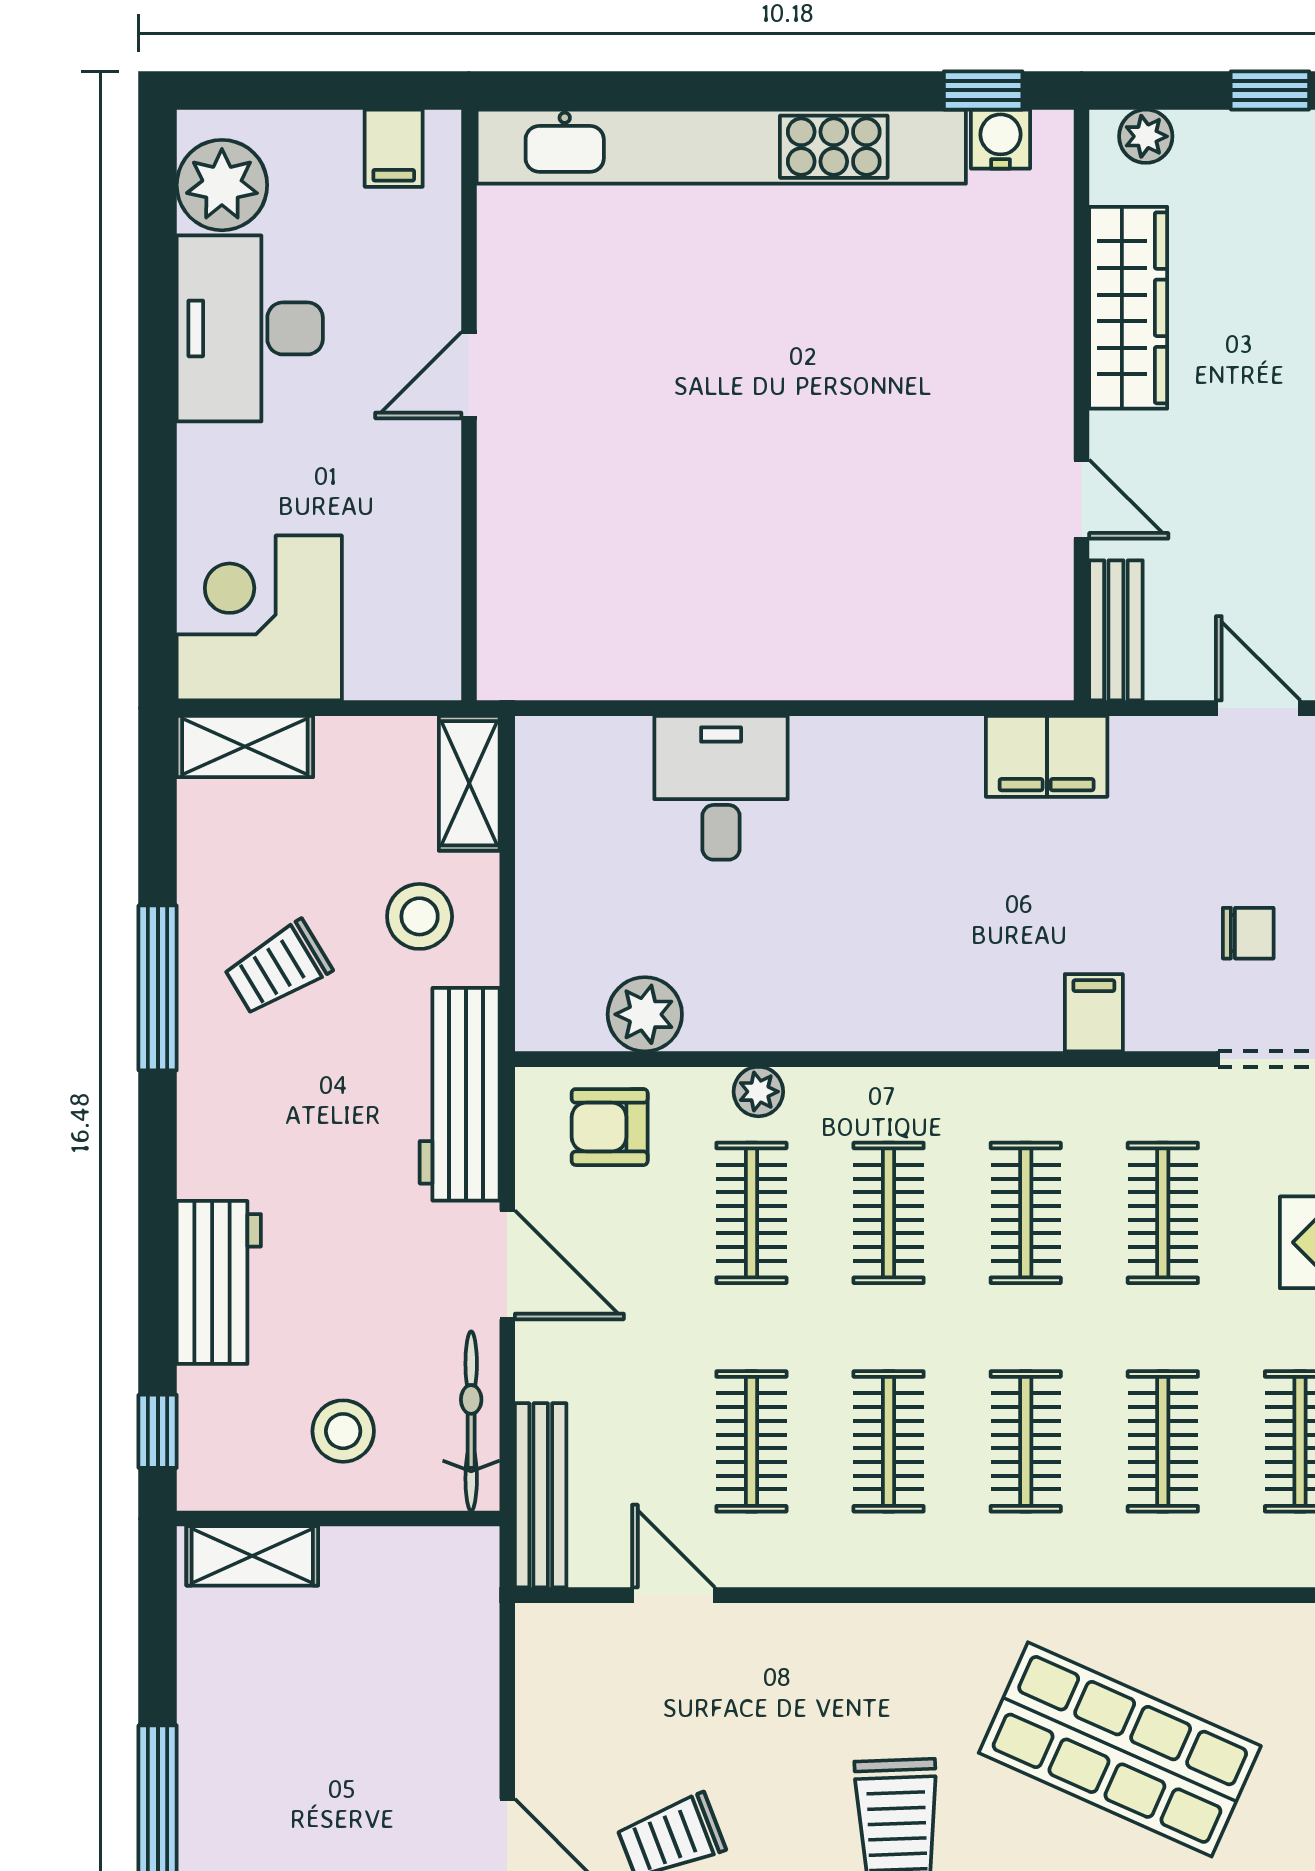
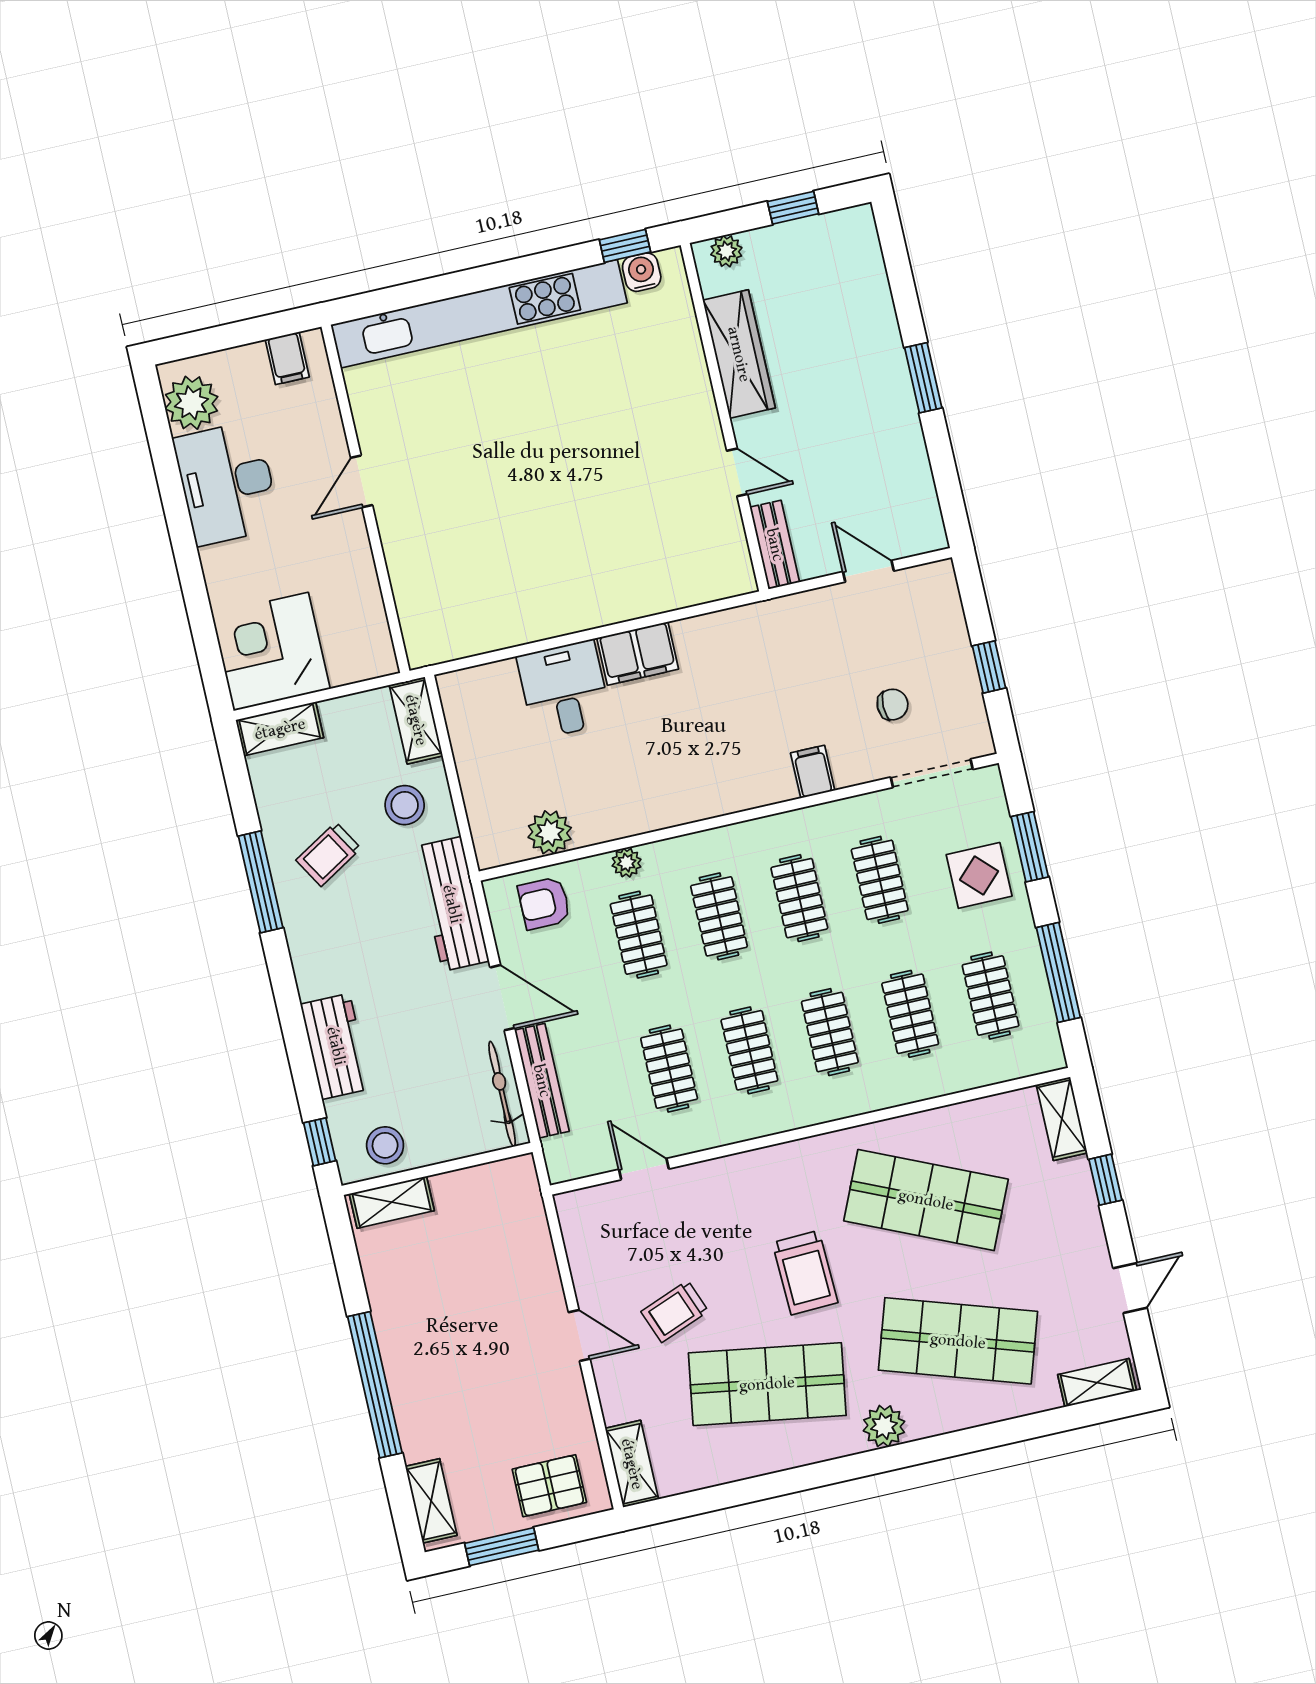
filing cabinet: (1047, 756) -> (638, 653), moved
stool: (343, 1431) -> (385, 1145), moved
bench: (541, 1495) -> (542, 1081), moved

